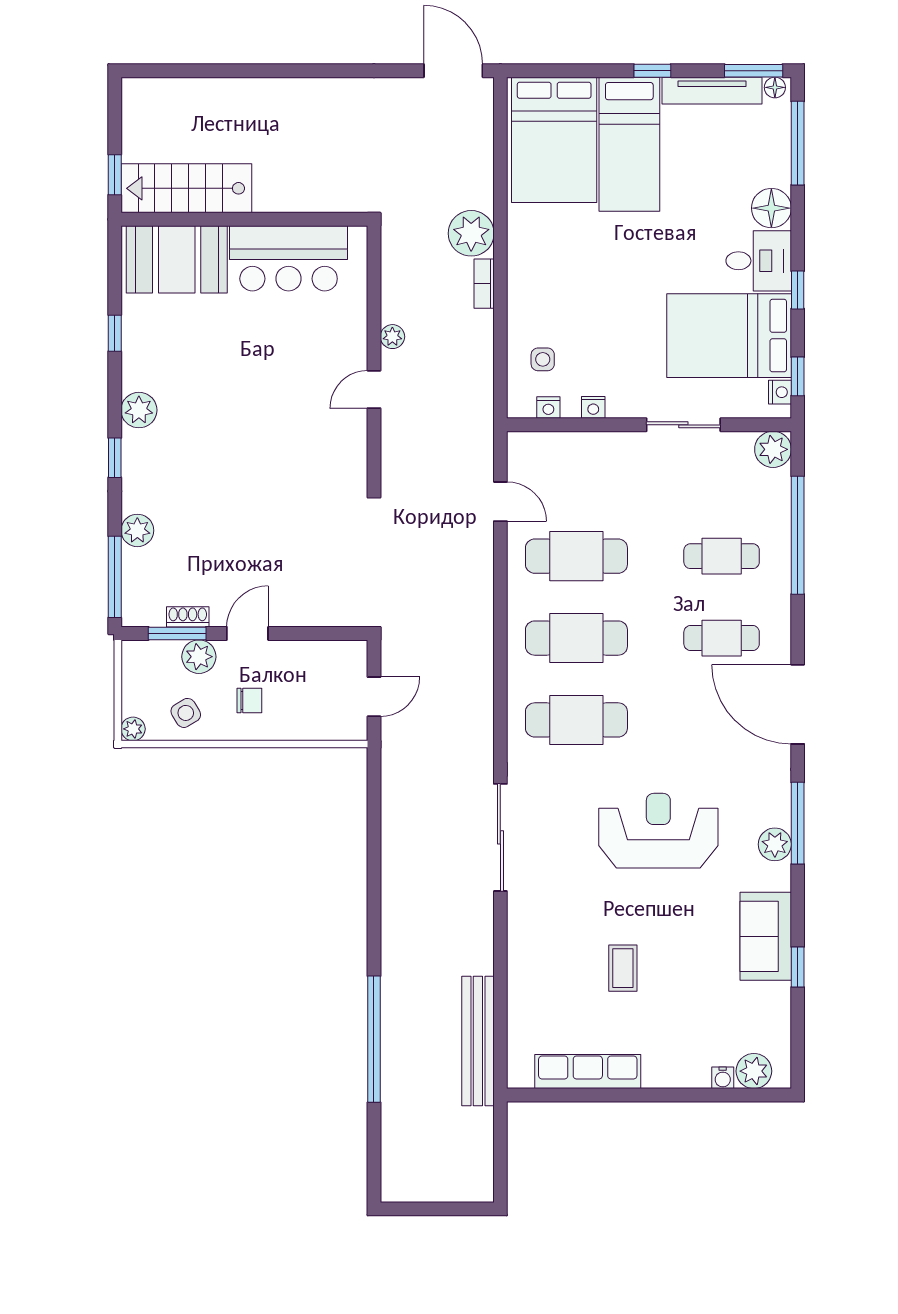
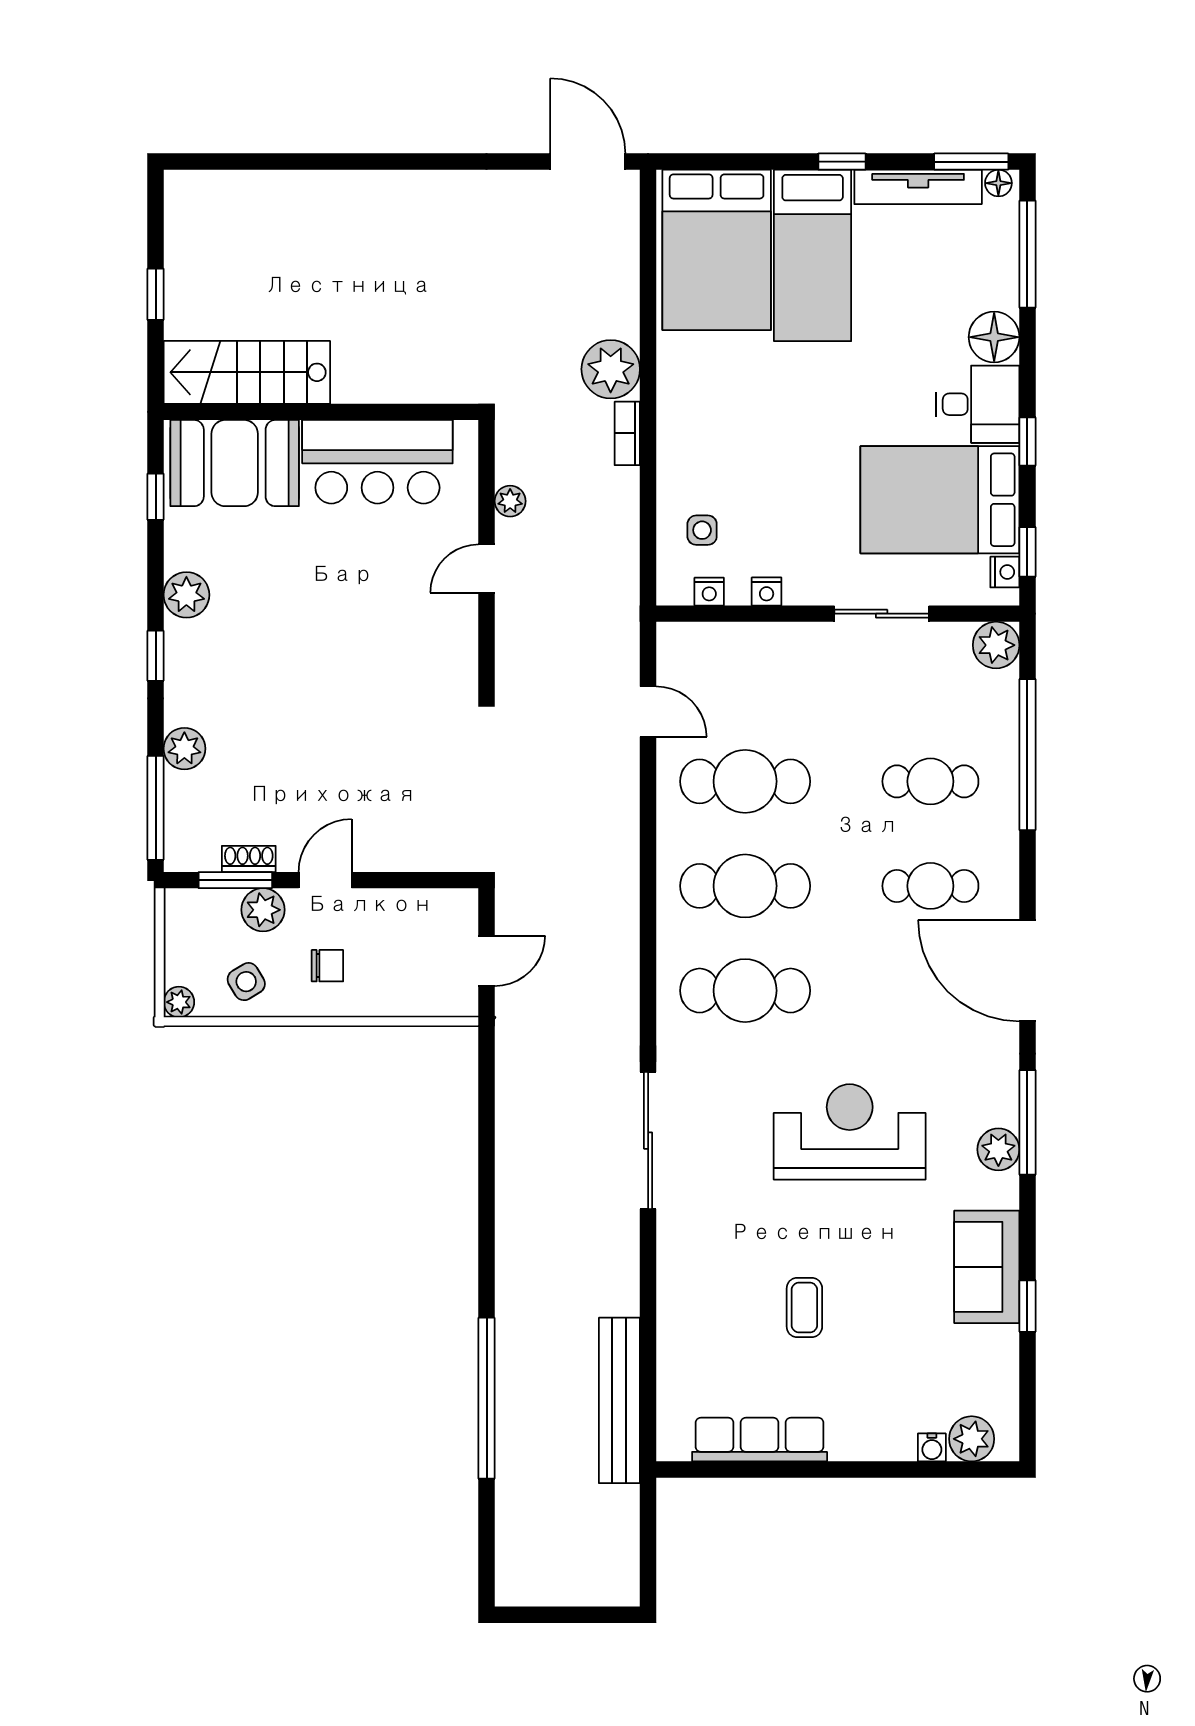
stairs: (186, 188) -> (247, 372), moved
wall: (244, 219) -> (321, 412), moved
bar counter: (289, 258) -> (377, 462), moved
booth: (177, 259) -> (235, 463), moved

